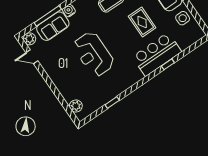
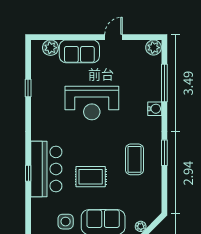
sofa: (53, 26) -> (79, 51), moved, turned -90
reception desk: (93, 54) -> (92, 103), turned 180
door: (32, 57) -> (113, 37), moved

